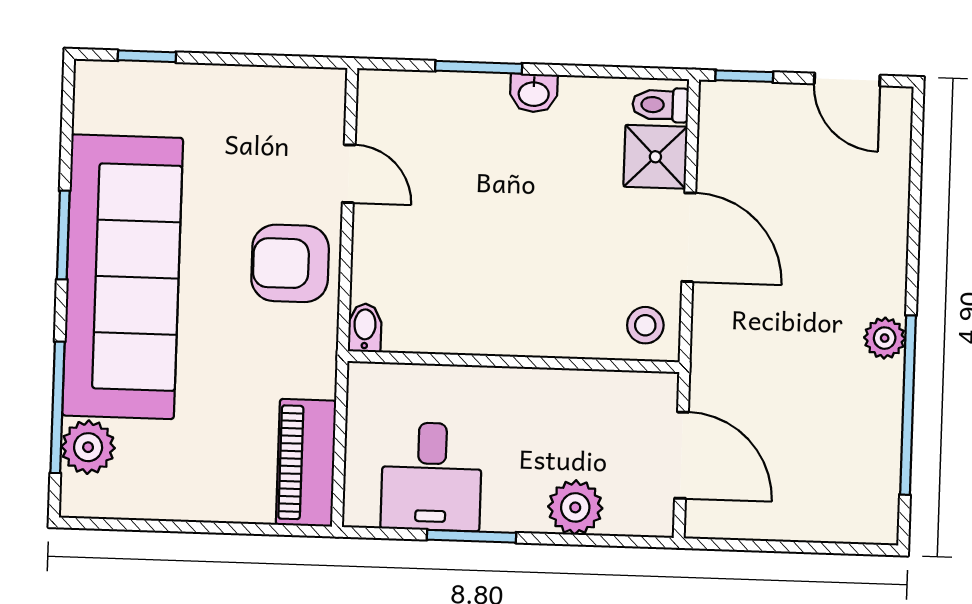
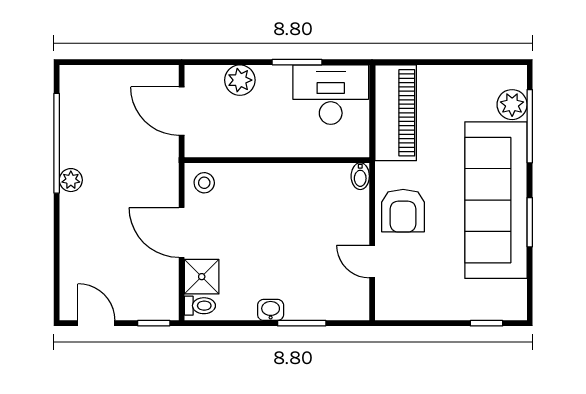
armchair: (290, 263) -> (403, 211), turned 90
piano: (306, 463) -> (396, 113), width x1.37, depth x1.33
desk: (431, 477) -> (331, 95), width x1.37

